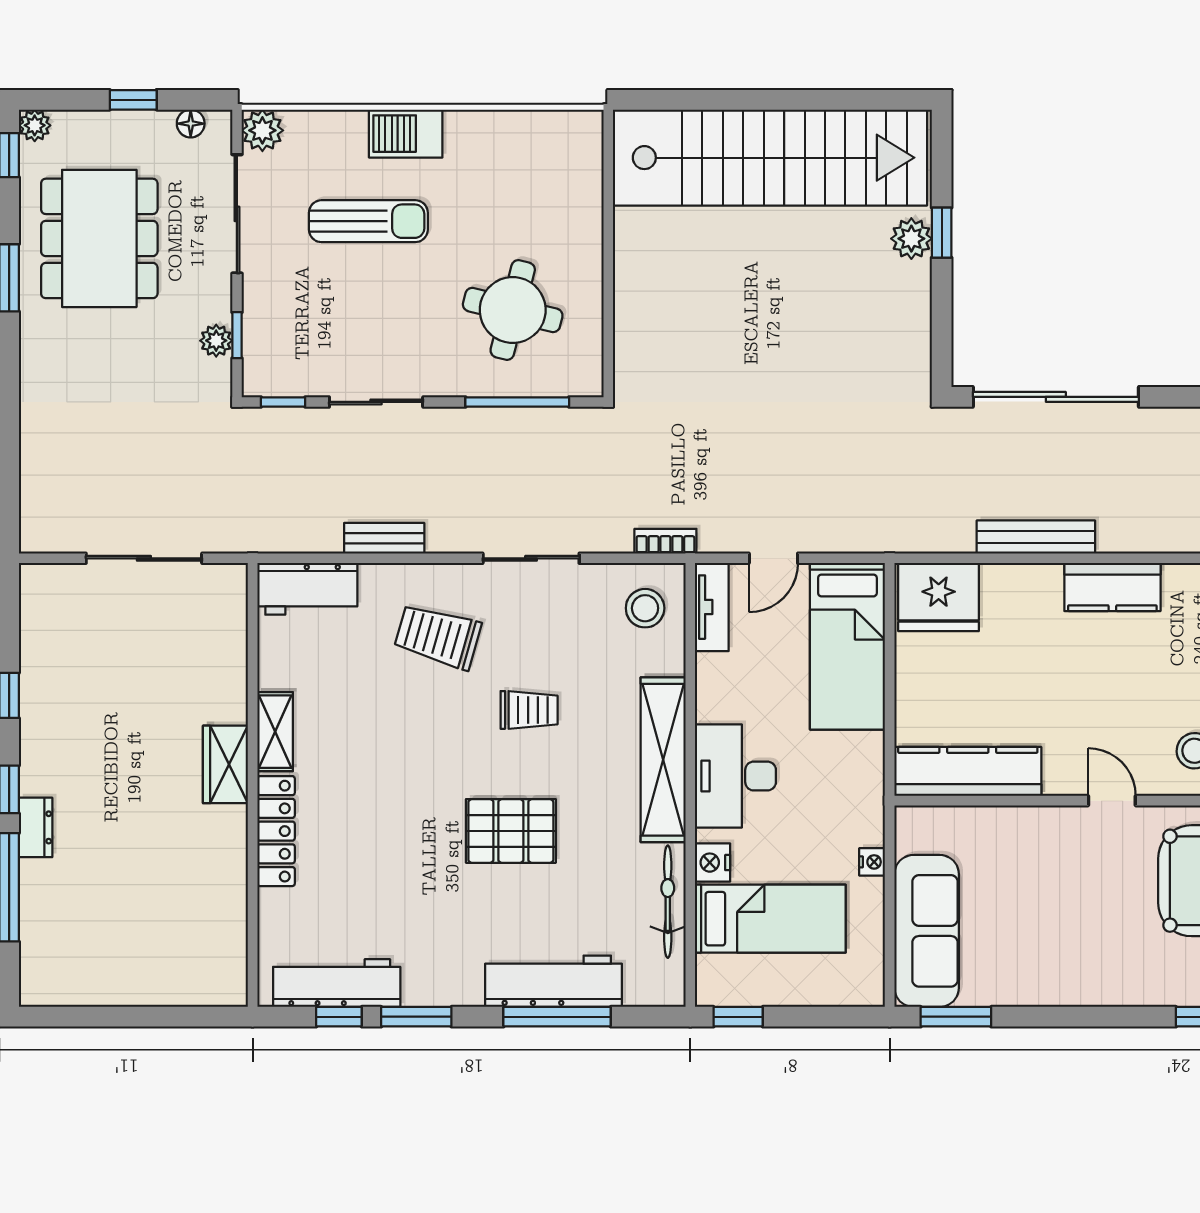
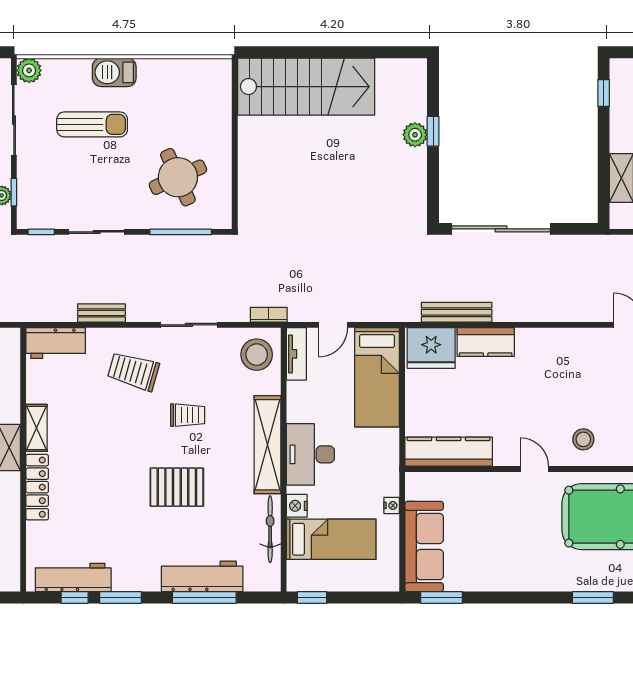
stairs: (770, 158) -> (306, 87), width x0.73
round table: (513, 310) -> (178, 177), turned -38
bench: (1036, 537) -> (457, 312), moved
kitchen counter: (1112, 587) -> (486, 342), moved
stool: (645, 608) -> (257, 355), width x1.38, depth x1.38

